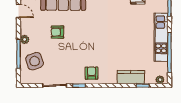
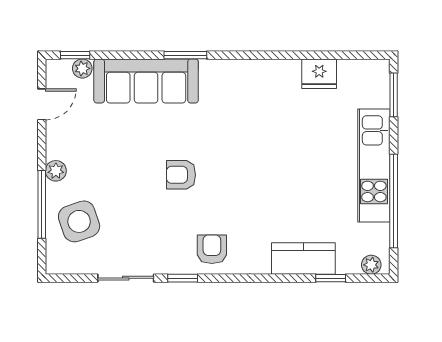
door: (19, 11) -> (42, 104), hinge flipped
armchair: (57, 32) -> (181, 175), moved

